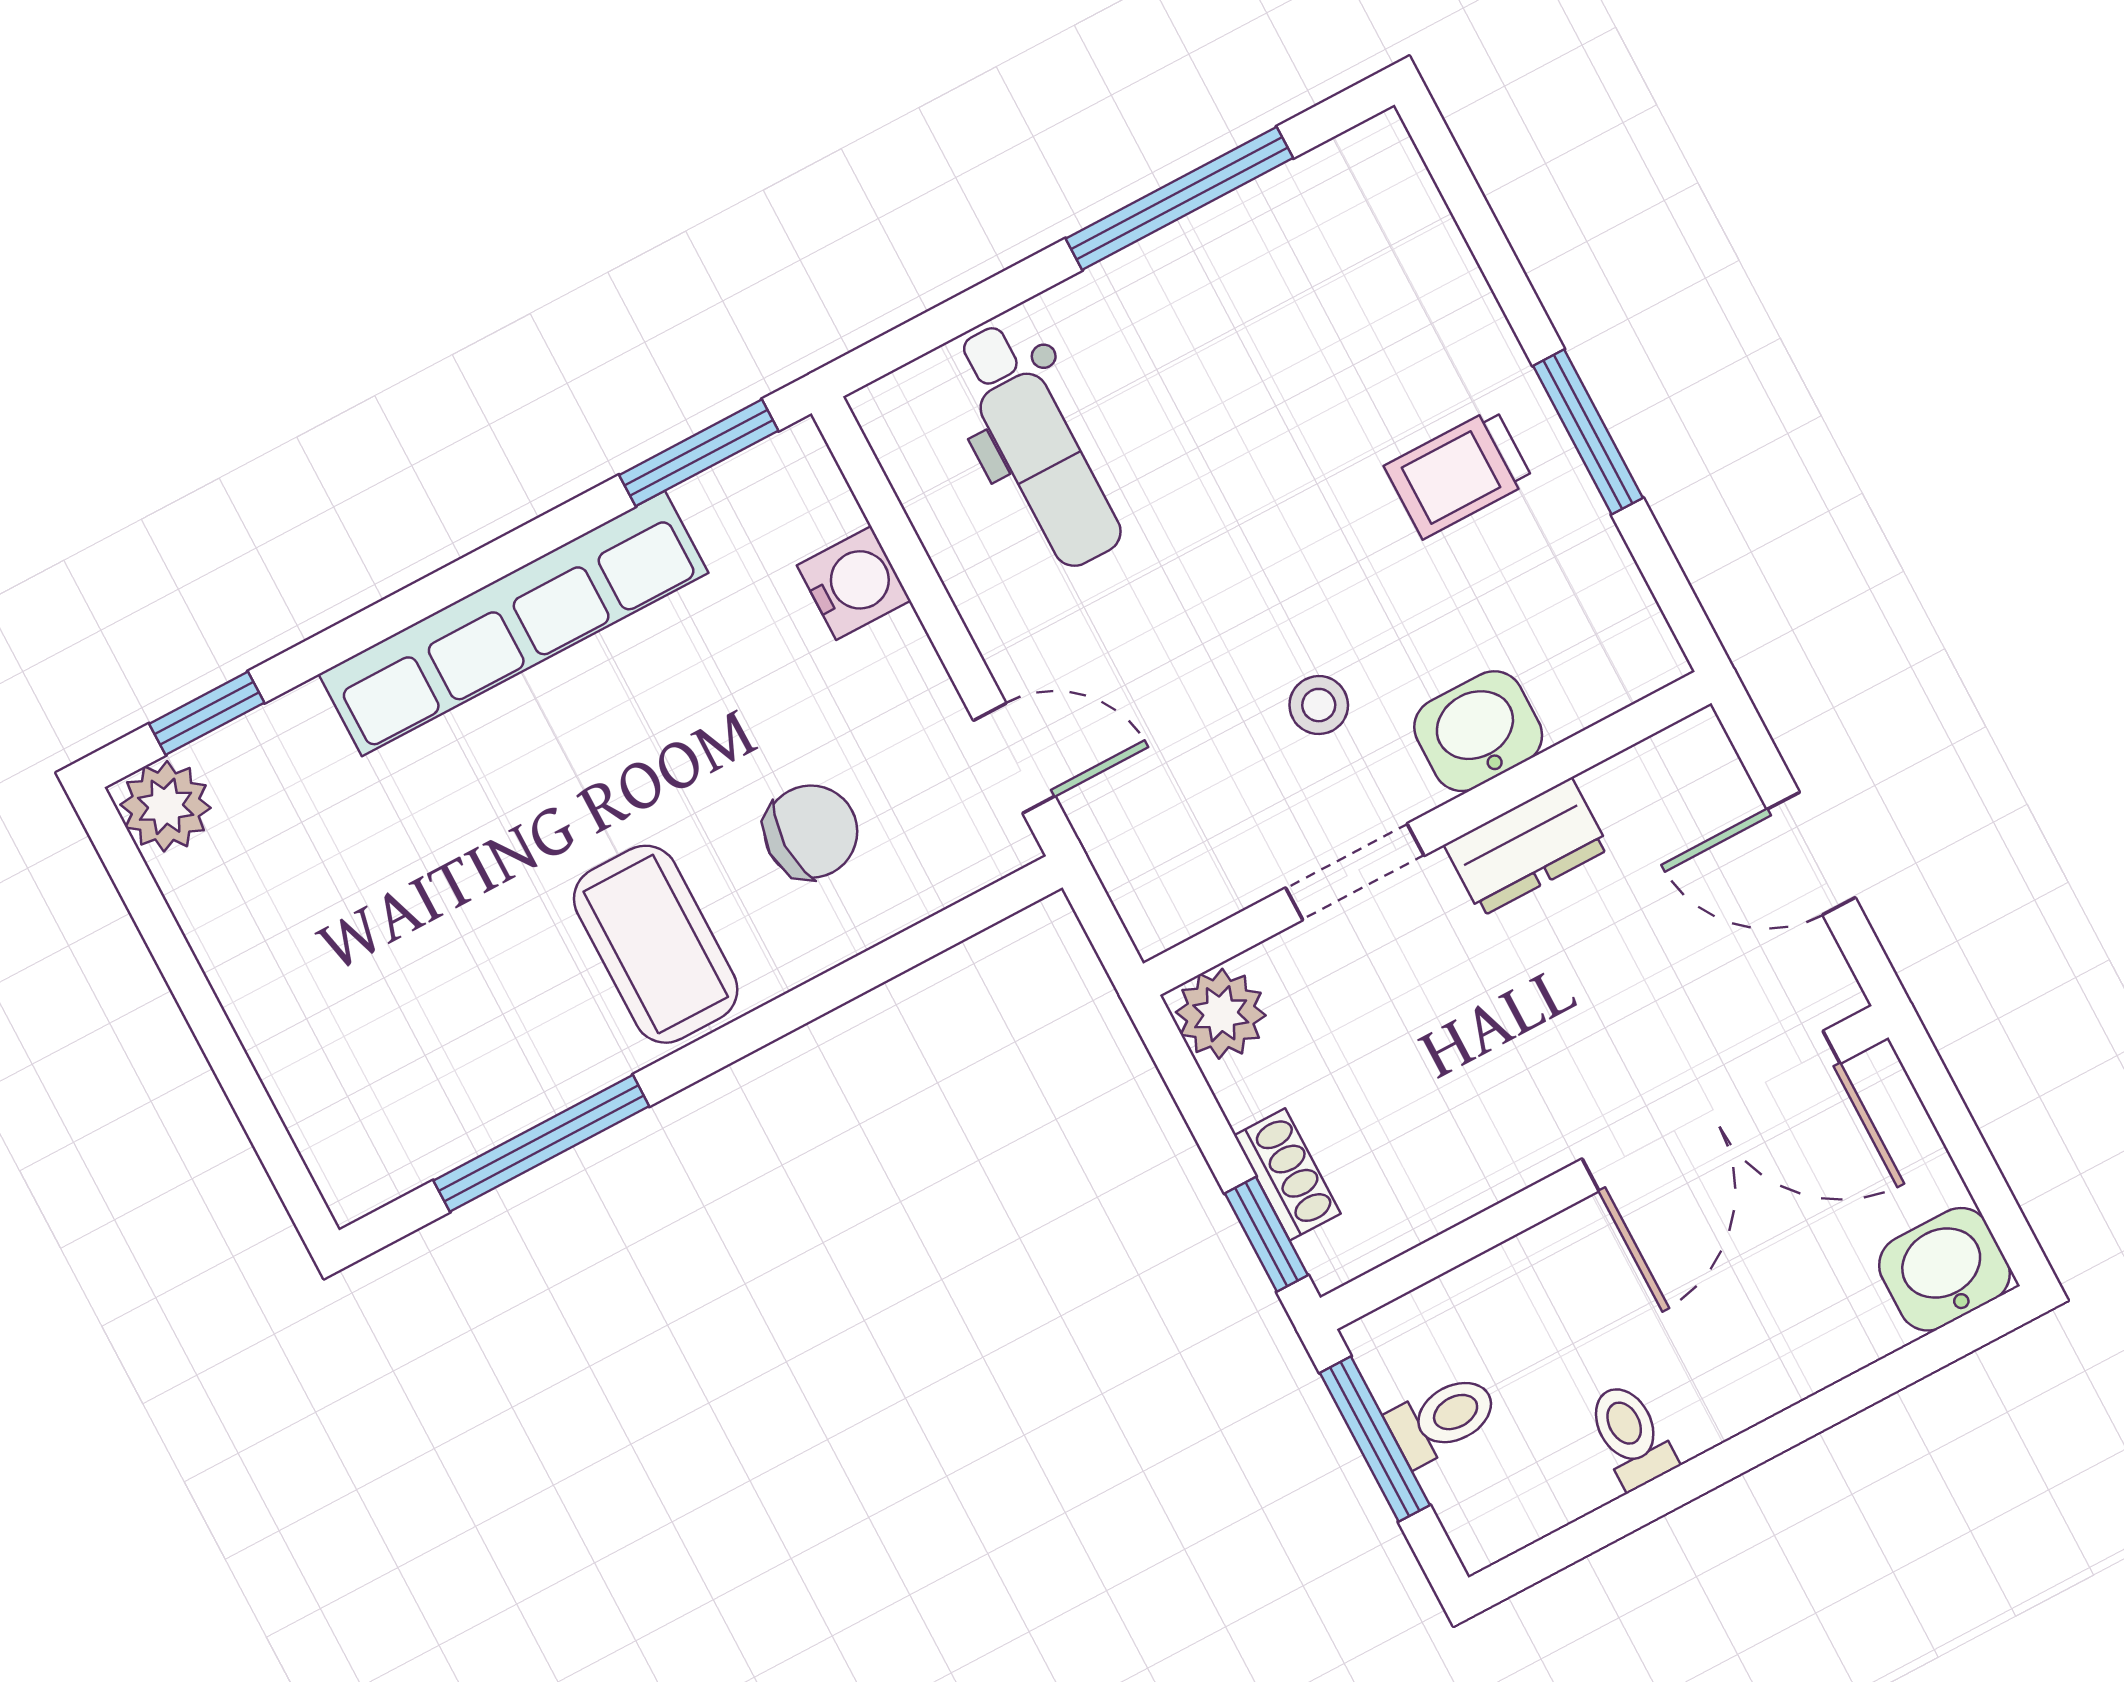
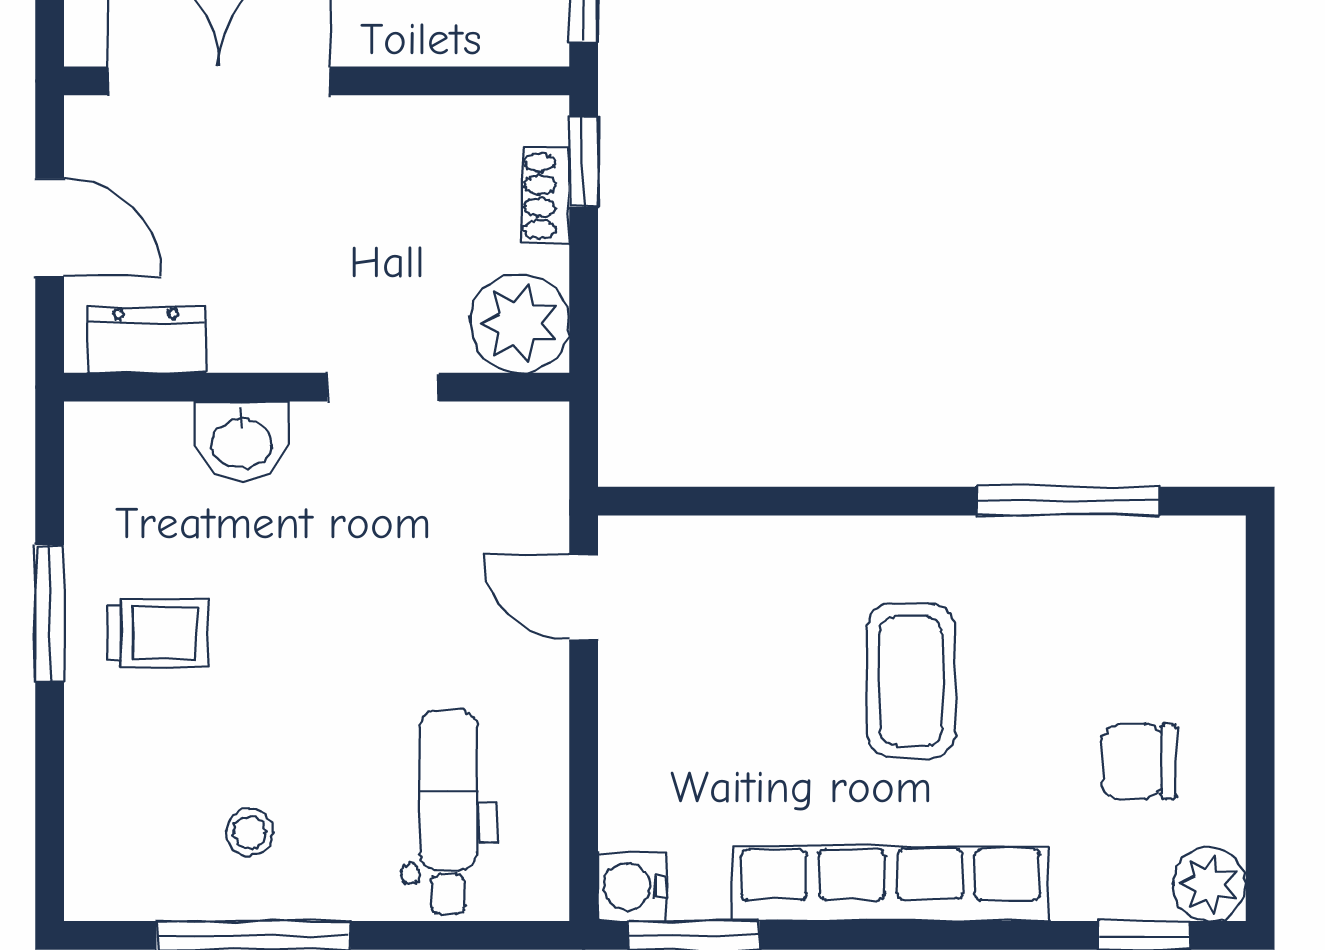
water cooler: (854, 583) -> (632, 887), moved
stool: (1319, 705) -> (250, 832), moved
chair: (811, 832) -> (1139, 761), moved
dresser: (1527, 847) -> (146, 340), moved
coffee table: (656, 944) -> (911, 681), moved
plant: (1221, 1014) -> (520, 323), width x1.36, depth x1.36

